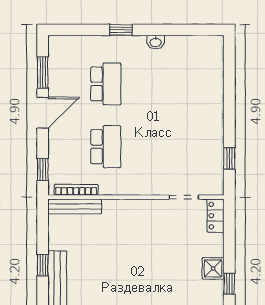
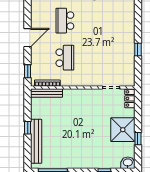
window: (43, 72) -> (28, 14), removed
school desk: (106, 84) -> (65, 21), turned 180
window: (229, 158) -> (138, 50), moved
shower: (213, 268) -> (123, 130), width x1.86, depth x1.86

